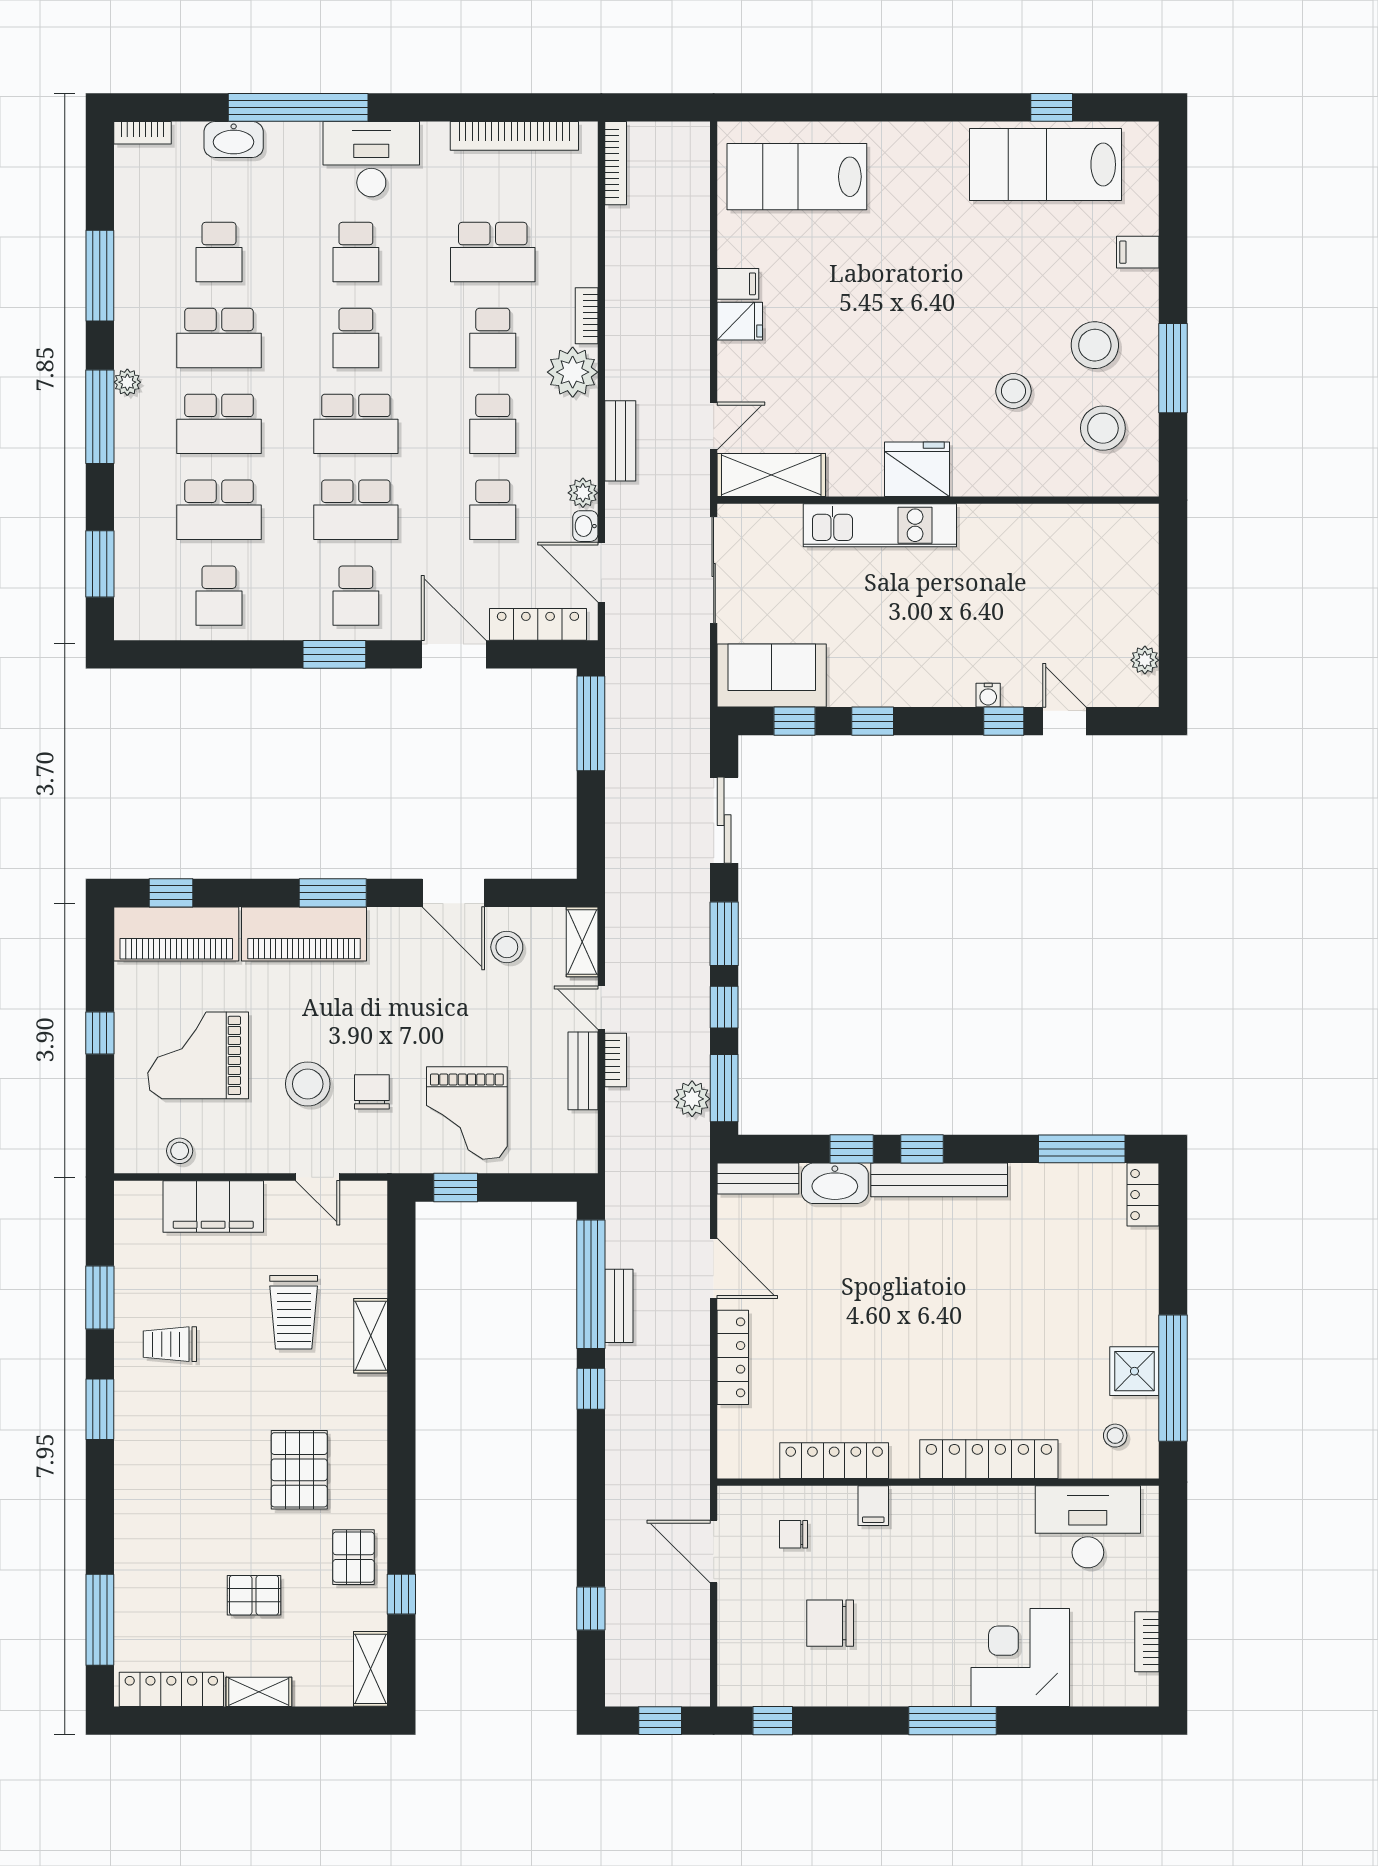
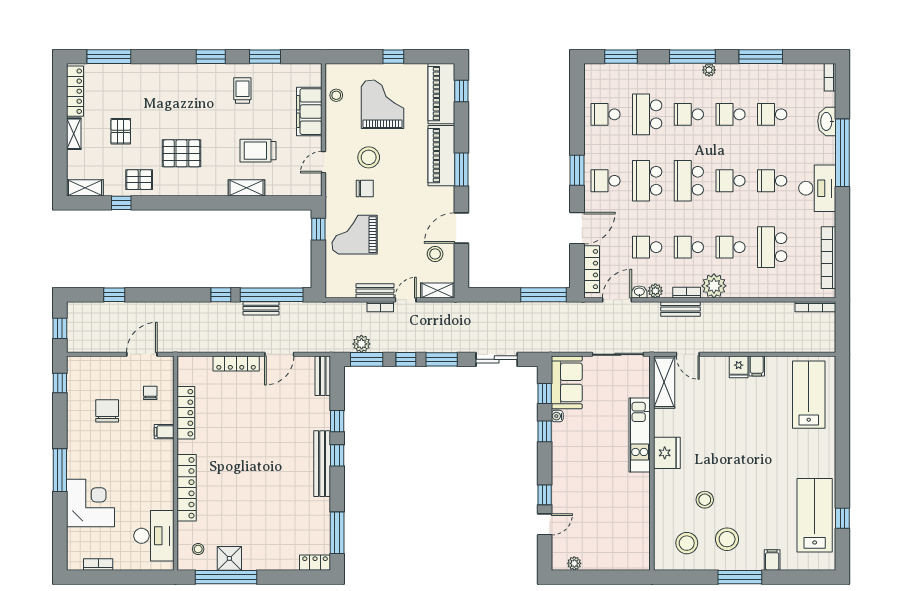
bookcase: (587, 316) -> (687, 293), moved
school desk: (219, 338) -> (730, 114), width x0.54
window: (1173, 368) -> (740, 577), moved
school desk: (219, 424) -> (689, 114), width x0.54
water cooler: (988, 695) -> (557, 416), moved
washbasin: (835, 1183) -> (320, 413), removed

